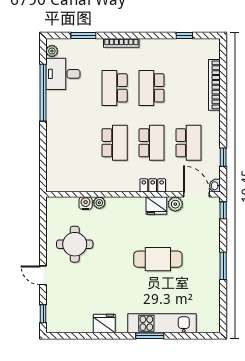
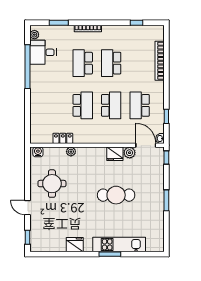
school desk: (188, 143) -> (140, 105), turned 180
locker: (153, 185) -> (63, 138), moved
water cooler: (86, 203) -> (38, 152), moved

